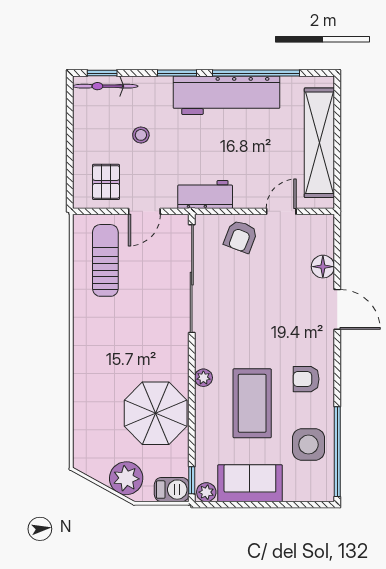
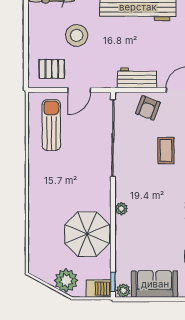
stool: (141, 135) -> (77, 35), width x1.89, depth x1.89
pallet: (106, 182) -> (52, 69), turned 90
workbench: (205, 195) -> (137, 78), moved
coffee table: (252, 403) -> (166, 151), moved, width x0.54, depth x0.58

